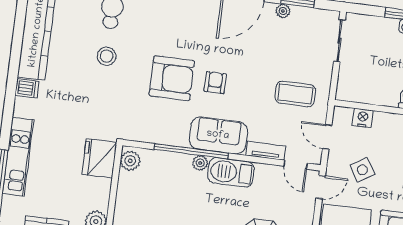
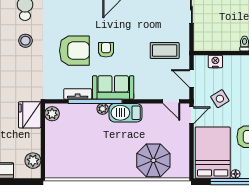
tv unit: (266, 151) -> (78, 94), moved

